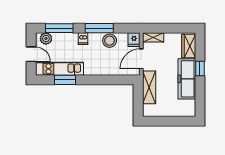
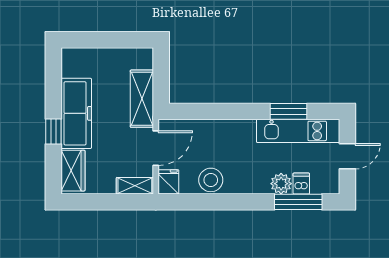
window: (99, 28) -> (229, 202), removed
plant: (46, 39) -> (281, 184), moved
dishwasher: (83, 39) -> (301, 184), moved
door: (31, 54) -> (347, 156), swing flipped

